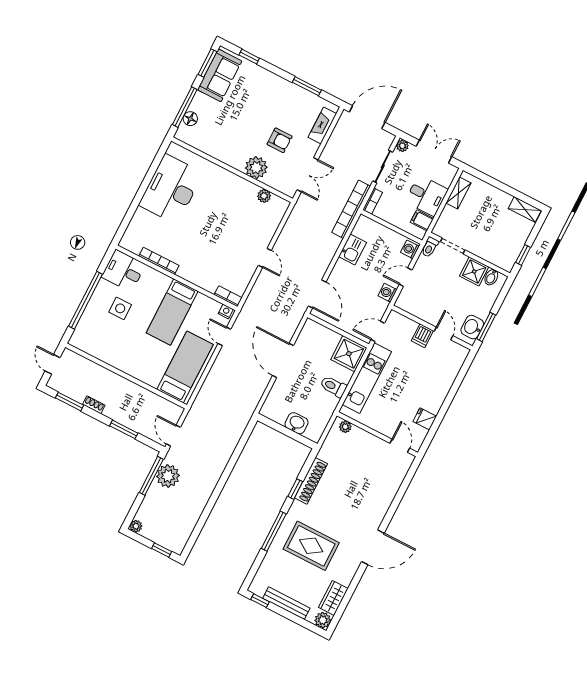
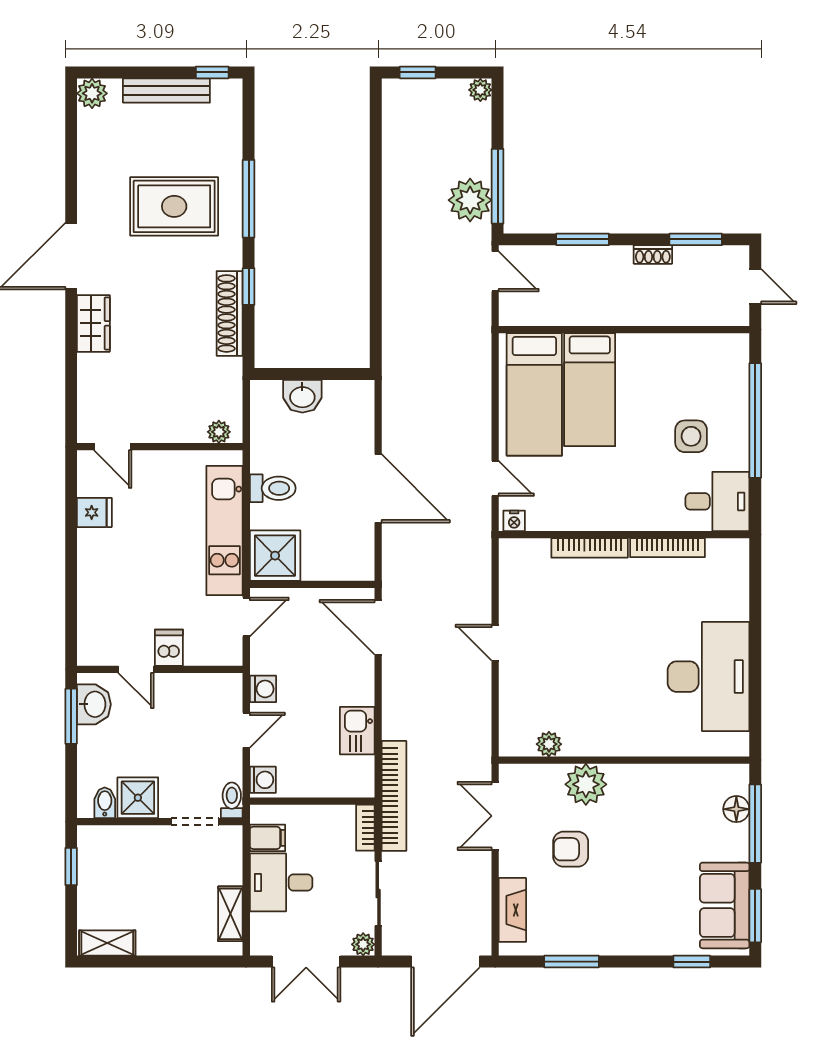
bookcase: (228, 296) -> (590, 548), moved, width x1.56
bed: (172, 312) -> (590, 390), moved, turned 180
wardrobe: (333, 598) -> (93, 323), moved

